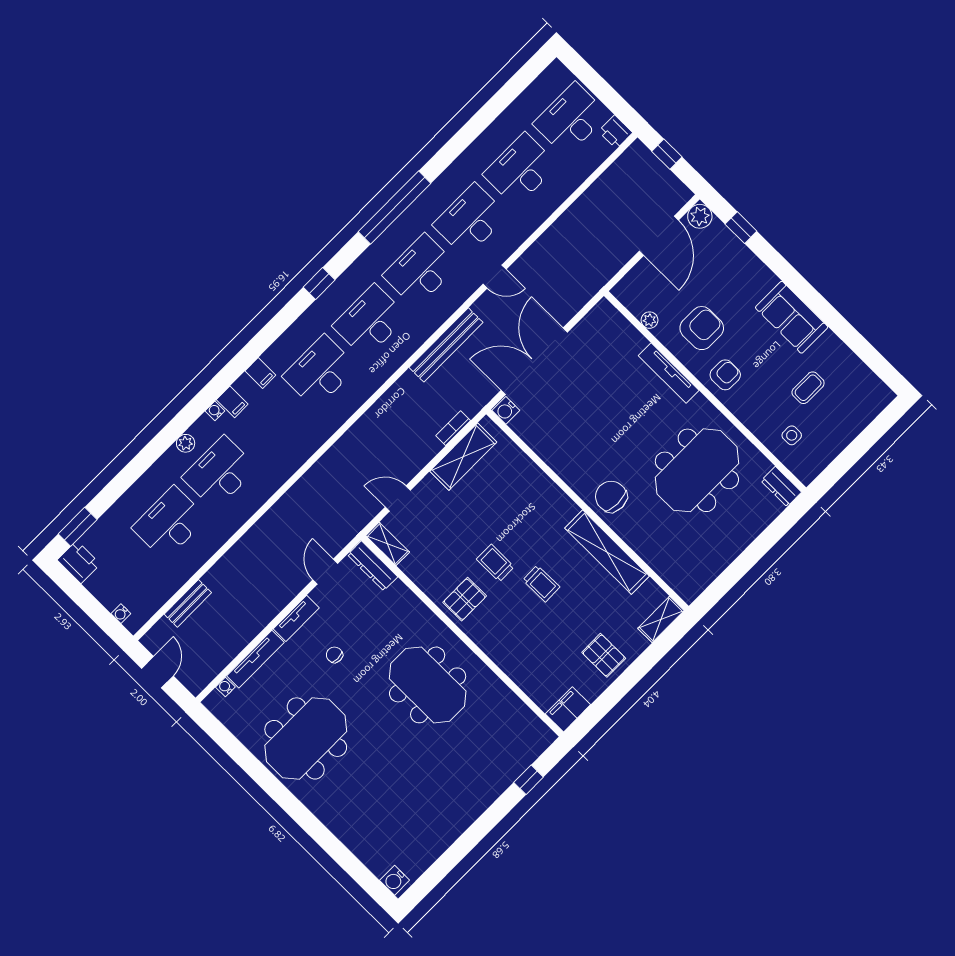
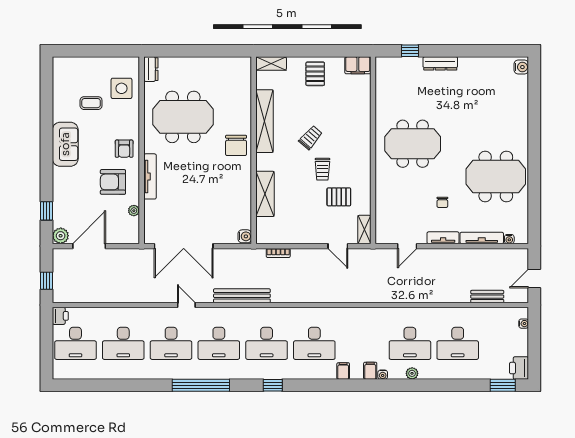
double door: (534, 361) -> (184, 246), moved
armchair: (725, 375) -> (124, 149), turned -90
side table: (792, 435) -> (121, 88), width x1.87, depth x1.87
shelving: (463, 457) -> (265, 194), moved, turned 90
dresser: (373, 566) -> (440, 63), moved, turned 90
trolley: (541, 584) -> (311, 138), turned 42
pallet: (465, 599) -> (339, 197), moved
meeting table: (428, 685) -> (413, 144), turned 90

